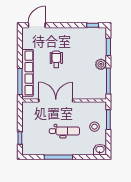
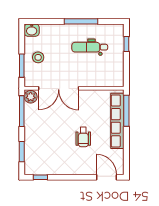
door: (37, 25) -> (107, 177), swing flipped
plant: (101, 64) -> (31, 97), moved
double door: (56, 100) -> (59, 88), moved
dental chair: (64, 131) -> (90, 47), moved

